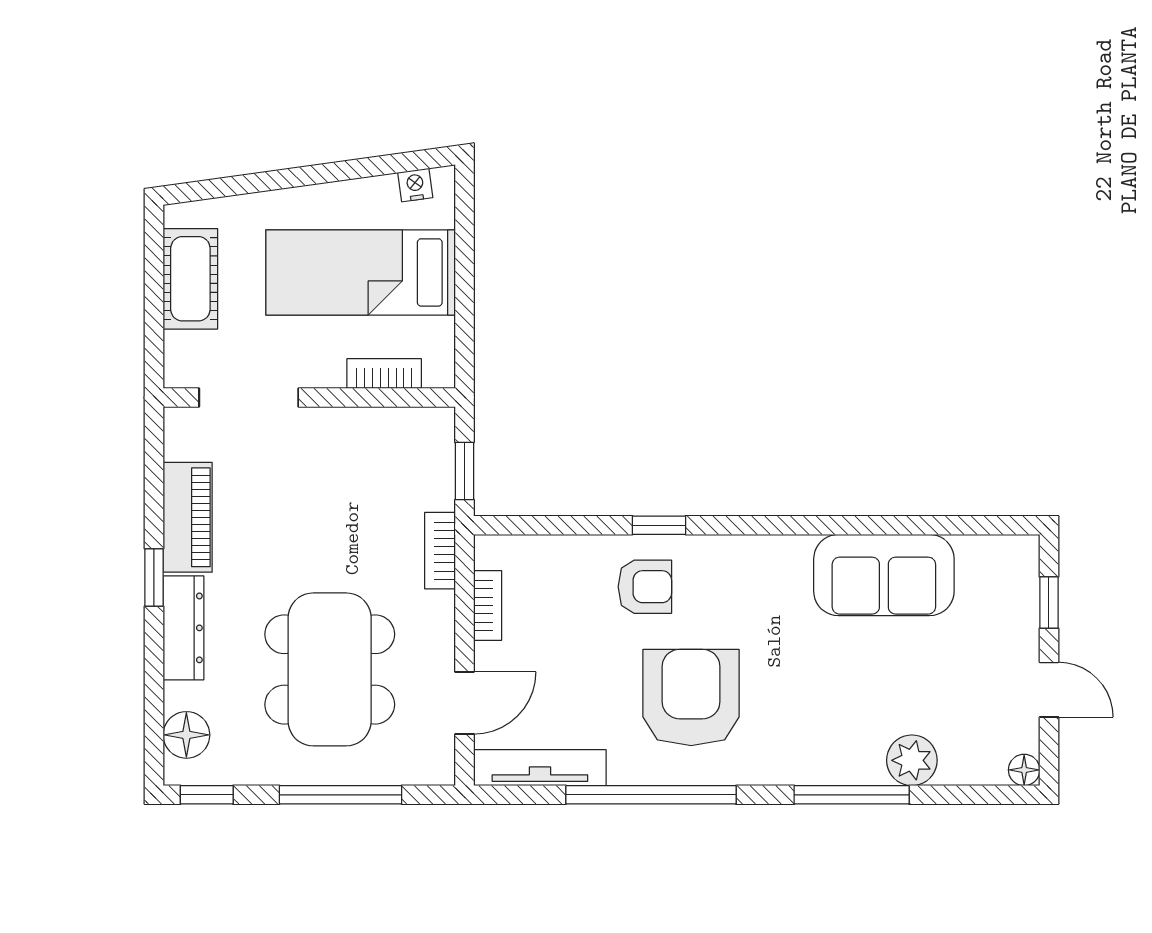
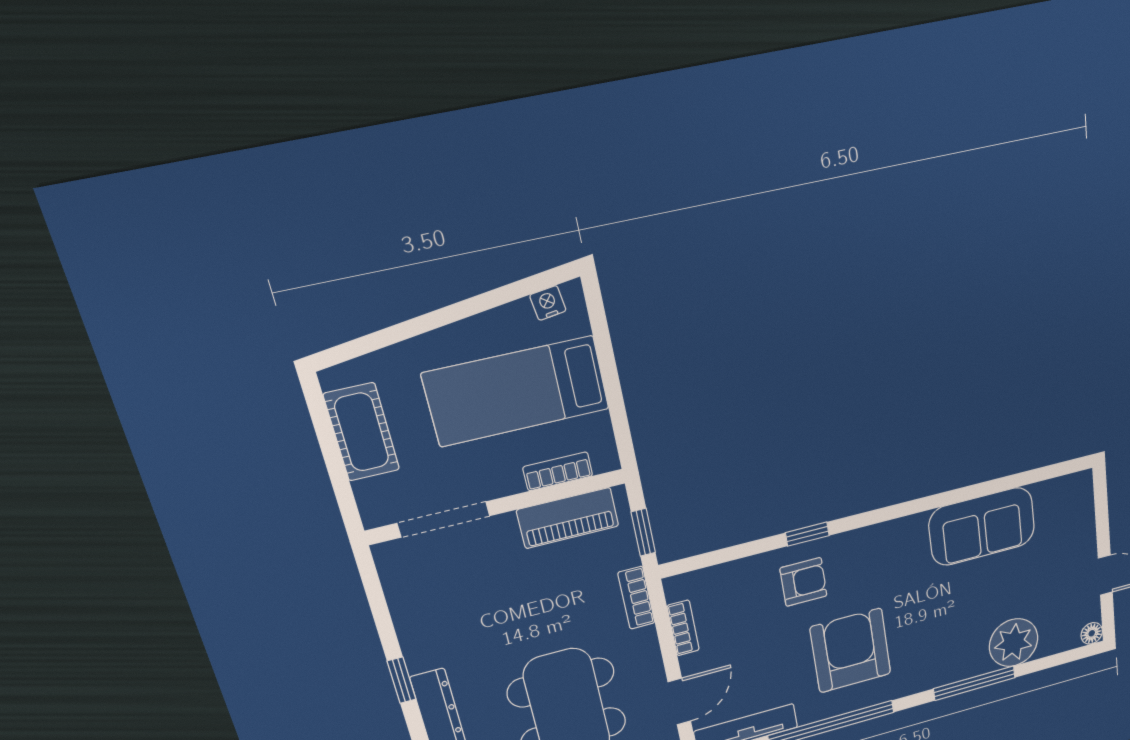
piano: (188, 517) -> (568, 518), moved, turned 90
window: (1049, 602) -> (1102, 515), removed
plant: (912, 760) -> (1014, 643), width x1.36, depth x1.36

